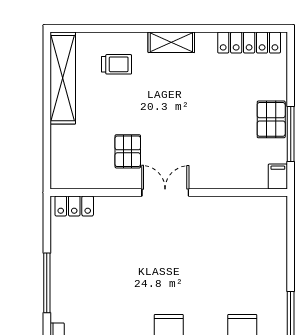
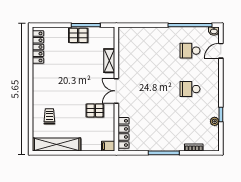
shelving: (171, 42) -> (109, 61), moved
filing cabinet: (278, 177) -> (108, 146), moved
locker: (74, 206) -> (123, 133), width x1.53

